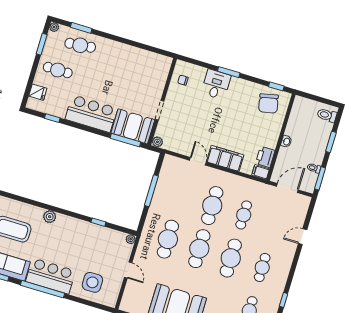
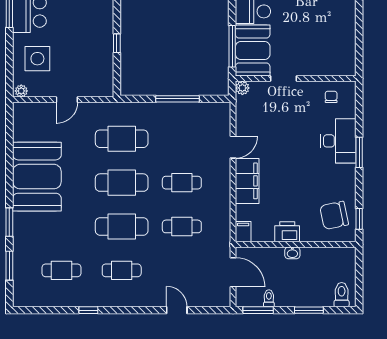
desk: (216, 84) -> (338, 141), width x1.37
printer: (265, 157) -> (287, 232), moved
cafe table: (212, 206) -> (182, 183), width x0.73, depth x0.74
plant: (131, 239) -> (21, 91), moved

